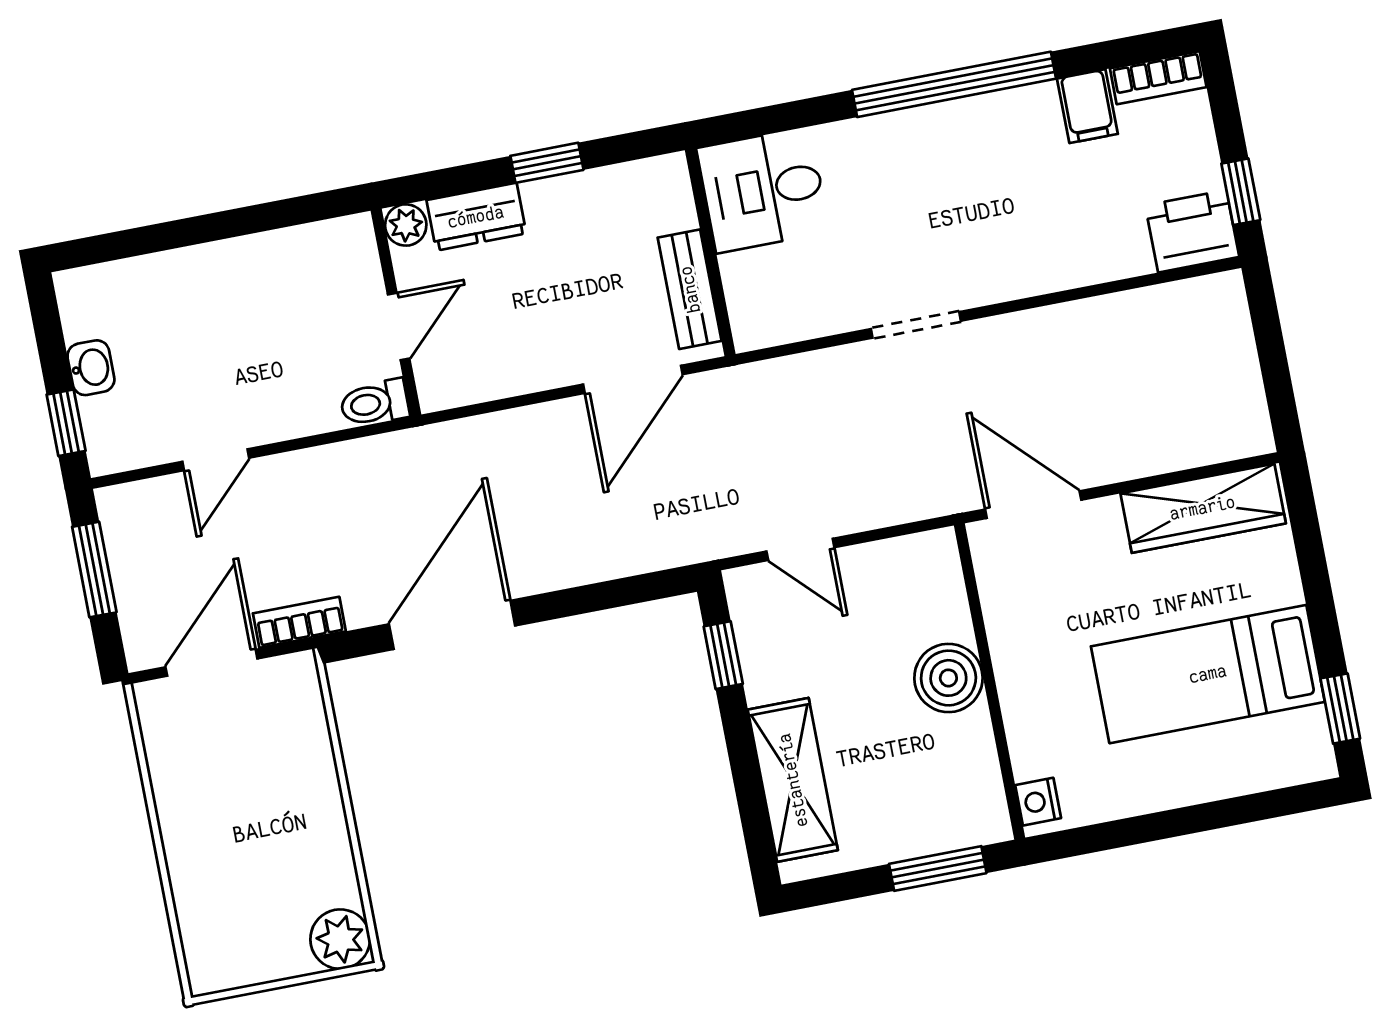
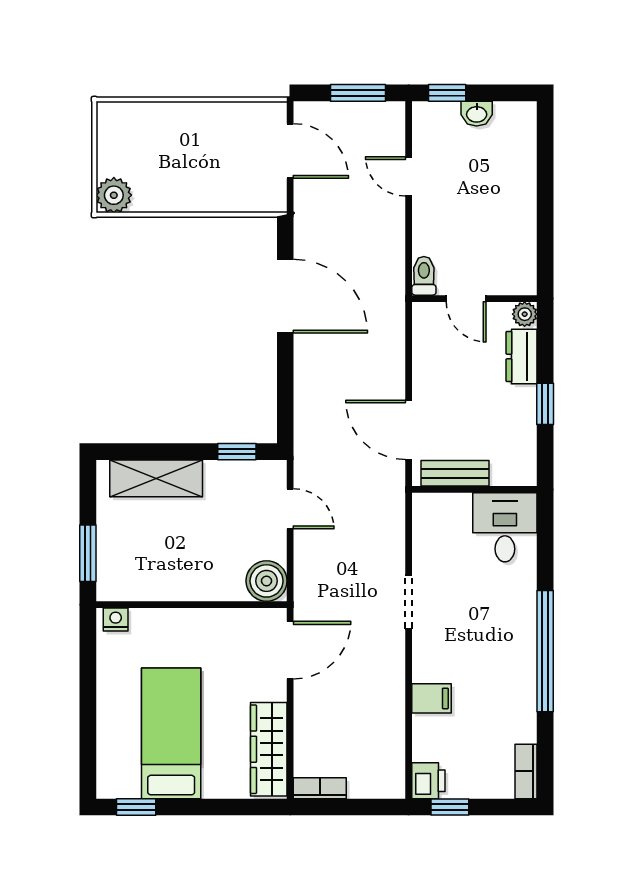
filing cabinet: (1087, 106) -> (432, 698), moved, turned 180
printer: (1192, 231) -> (428, 781), width x0.73, depth x0.81
door: (800, 549) -> (290, 509), swing flipped
bookcase: (299, 622) -> (320, 788), moved, turned -90
boiler: (948, 678) -> (267, 581), moved

